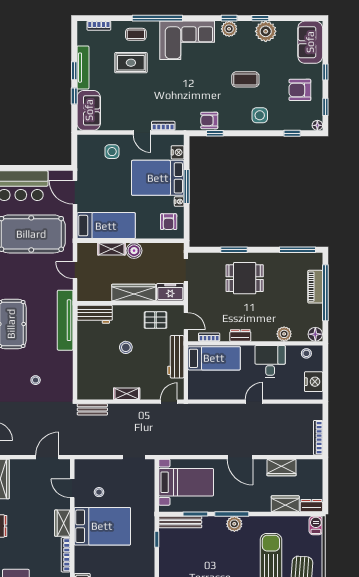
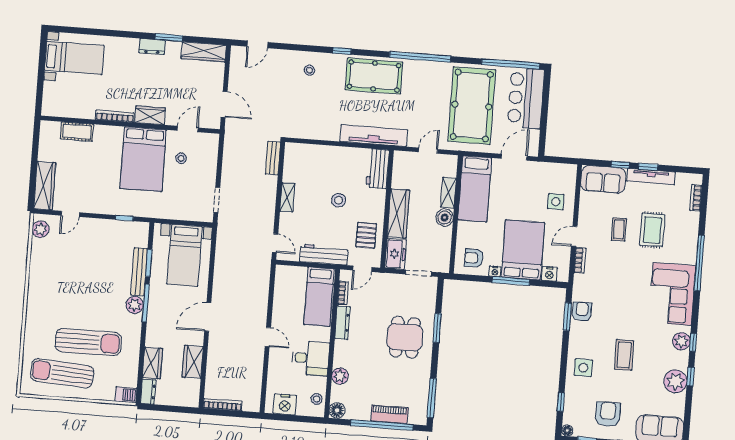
coffee table: (136, 34) -> (619, 229), moved
window: (215, 133) -> (567, 317), width x1.50
dresser: (240, 335) -> (342, 323), width x1.44
stool: (36, 380) -> (309, 70), moved
bench: (180, 522) -> (139, 272), moved

